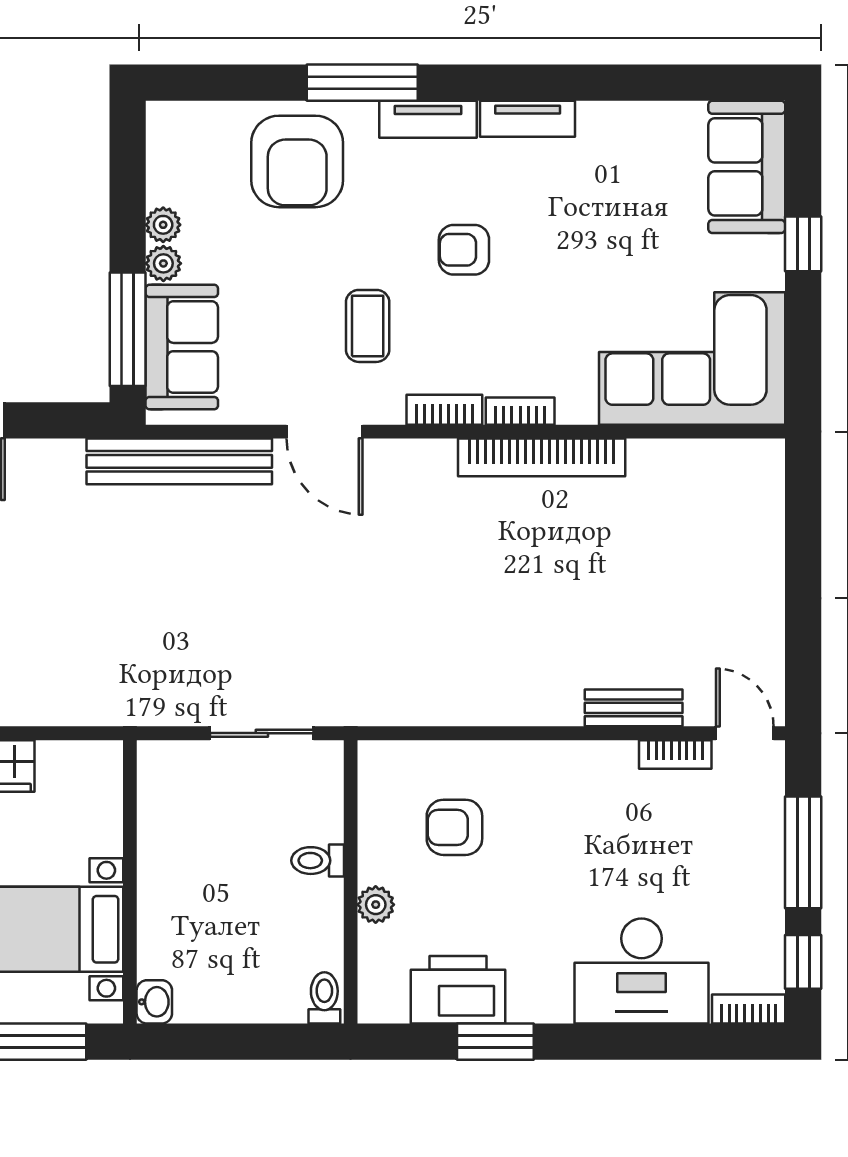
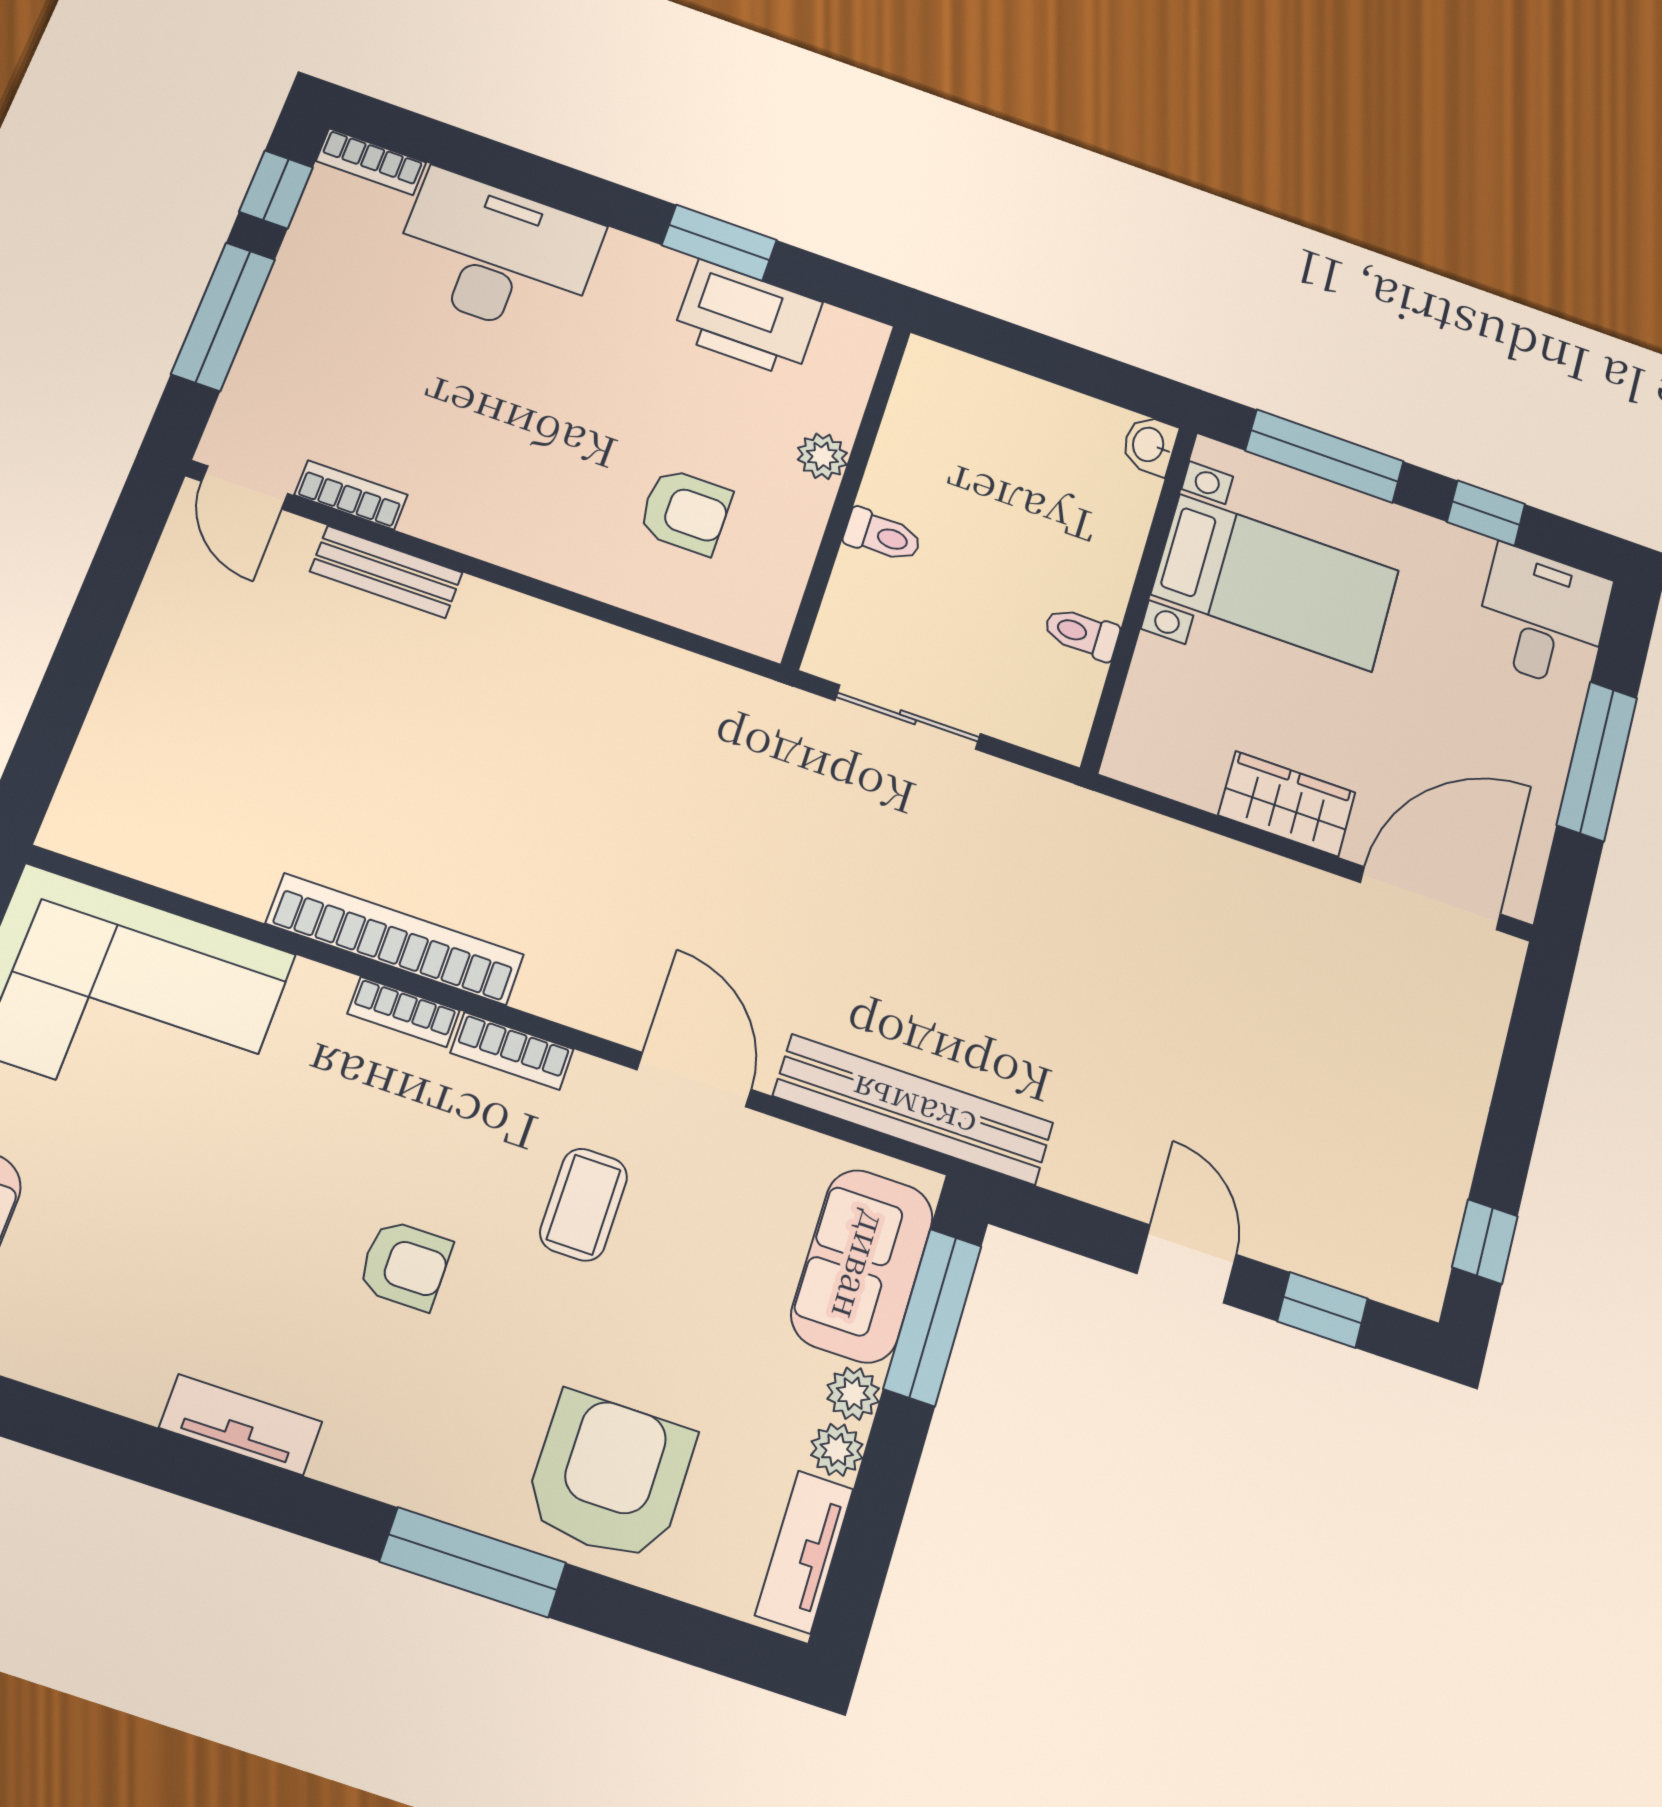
tv unit: (428, 119) -> (804, 1552), moved, turned -90
toilet: (324, 998) -> (1082, 633), moved, turned 90

